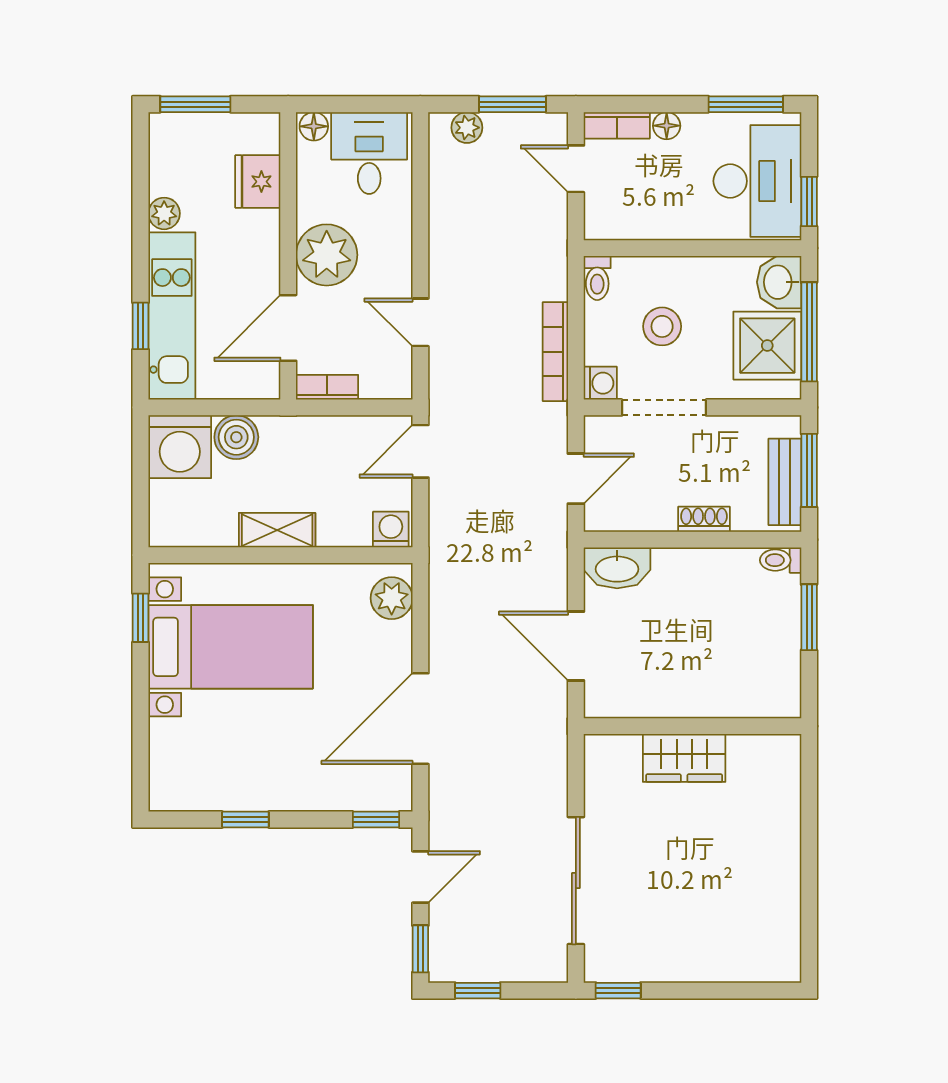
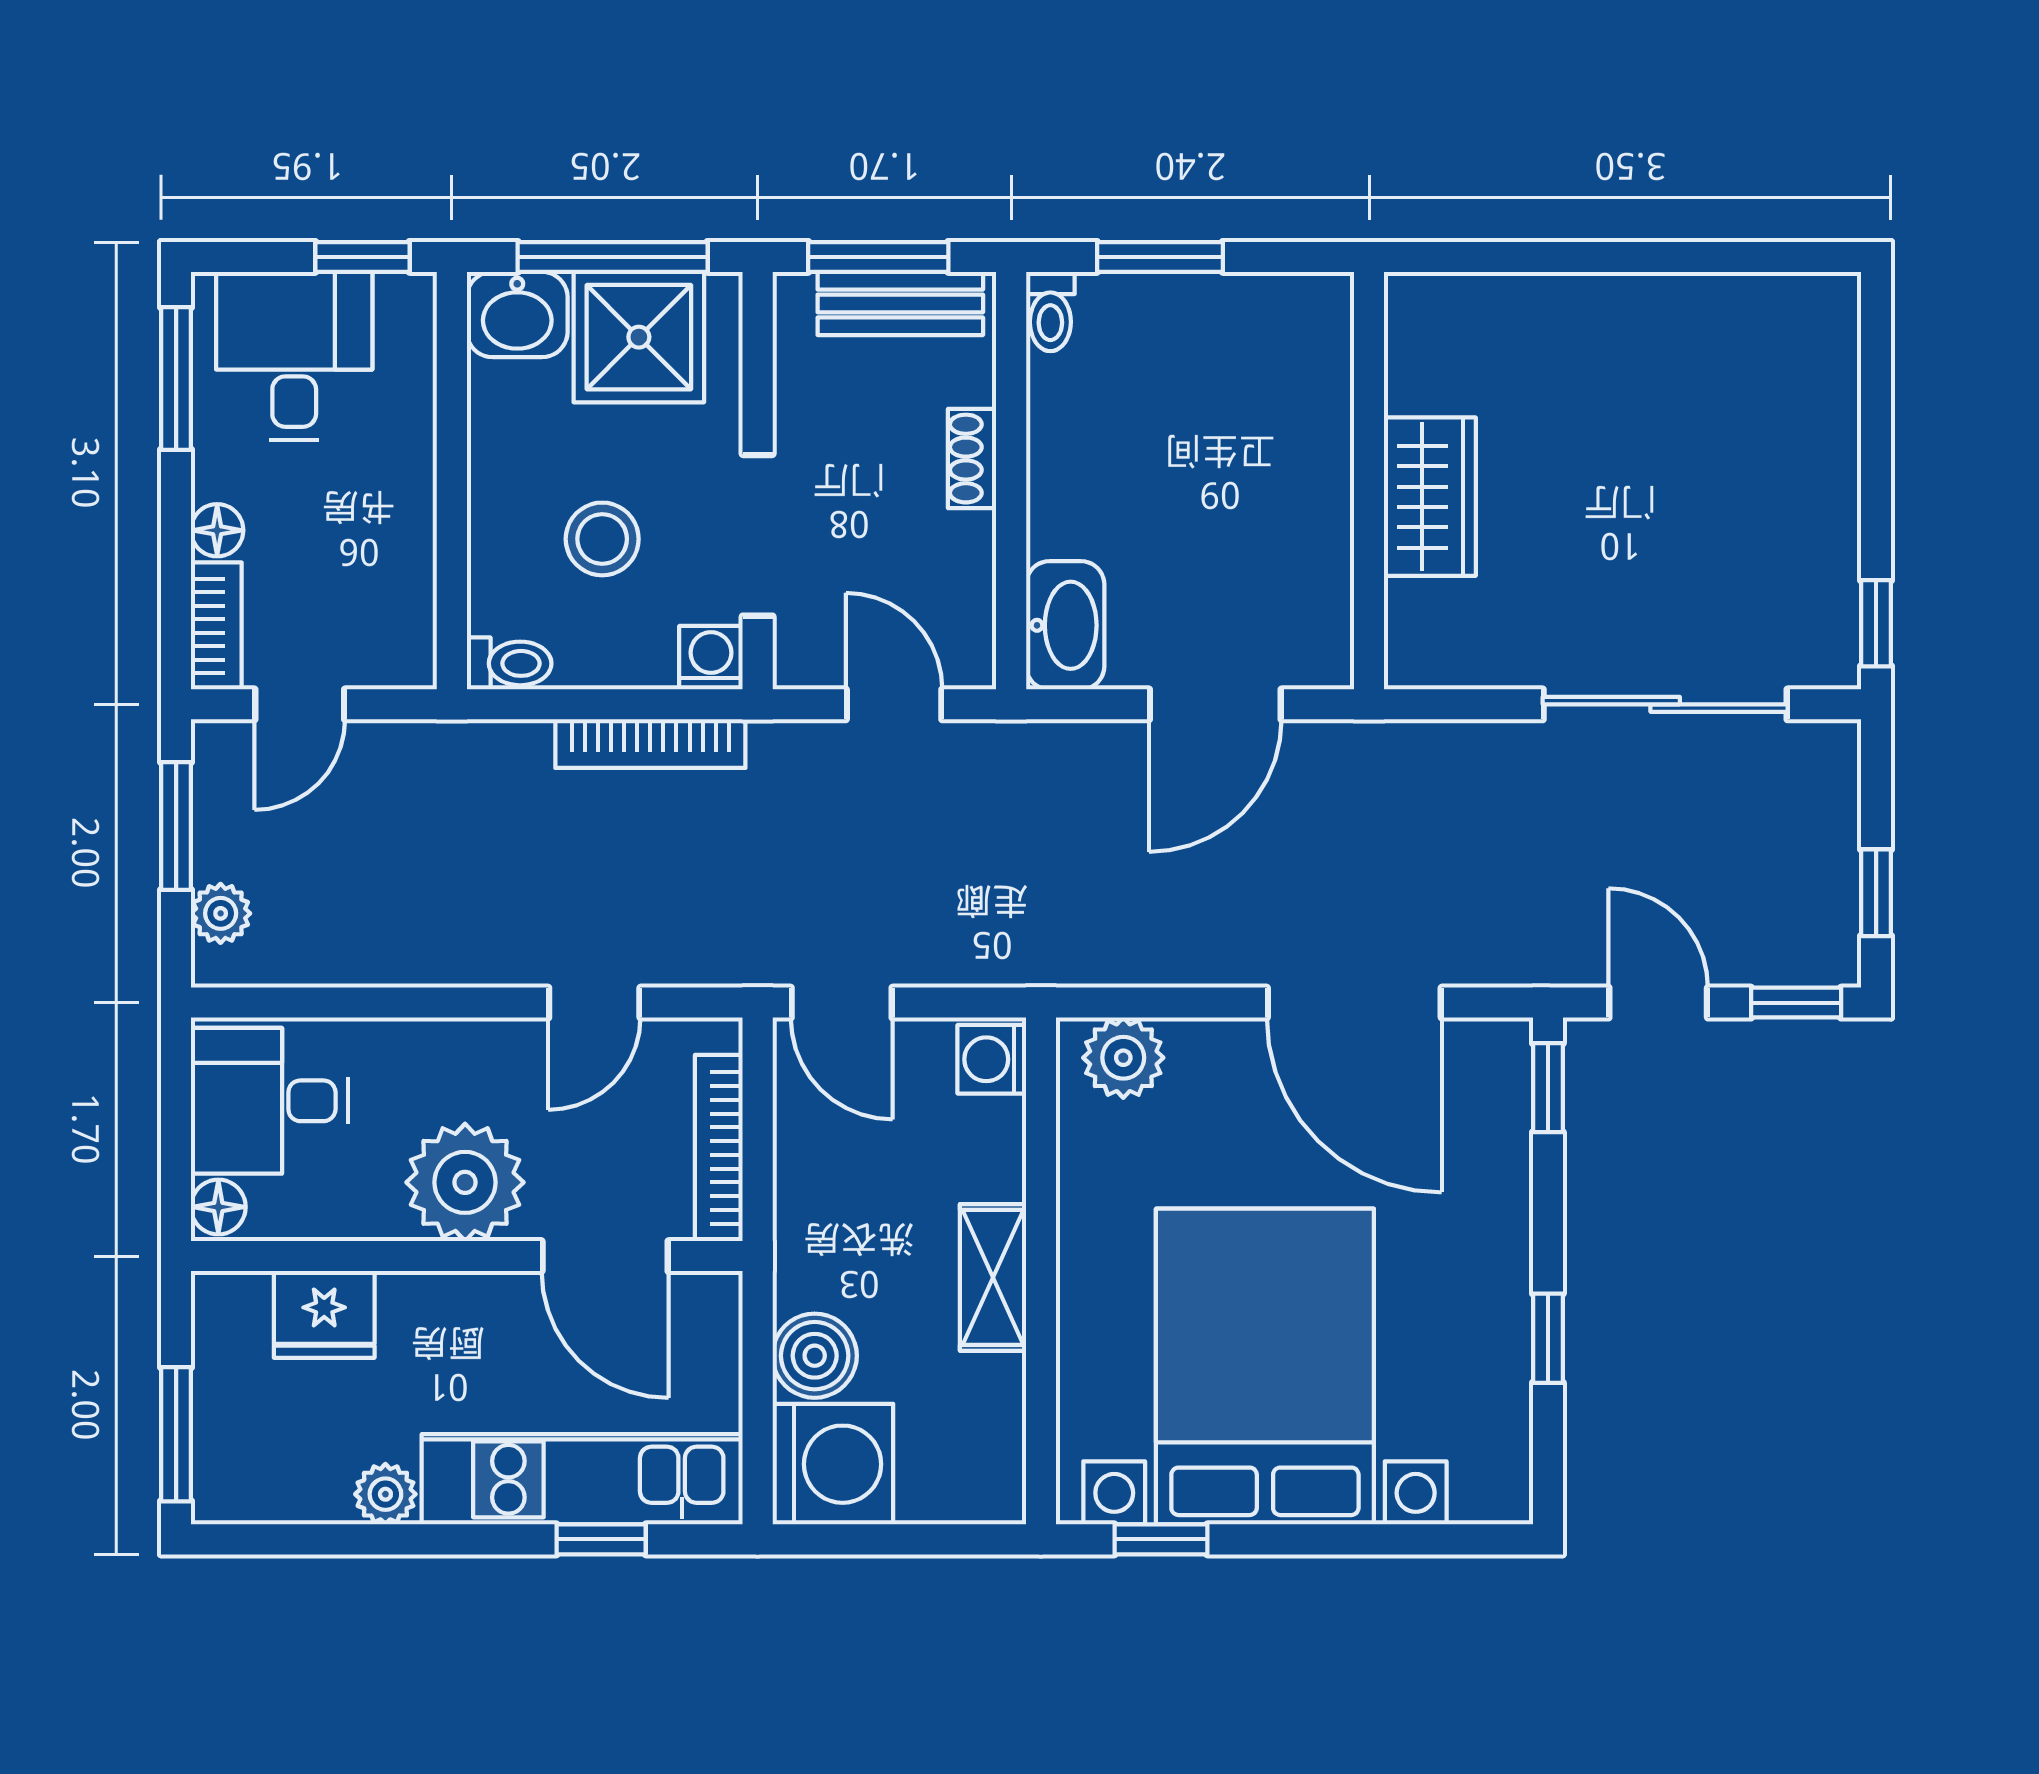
desk: (757, 181) -> (294, 356), width x0.73
bookcase: (327, 387) -> (719, 1148), width x1.56
bed with nightstands: (231, 647) -> (1265, 1367), width x1.36

